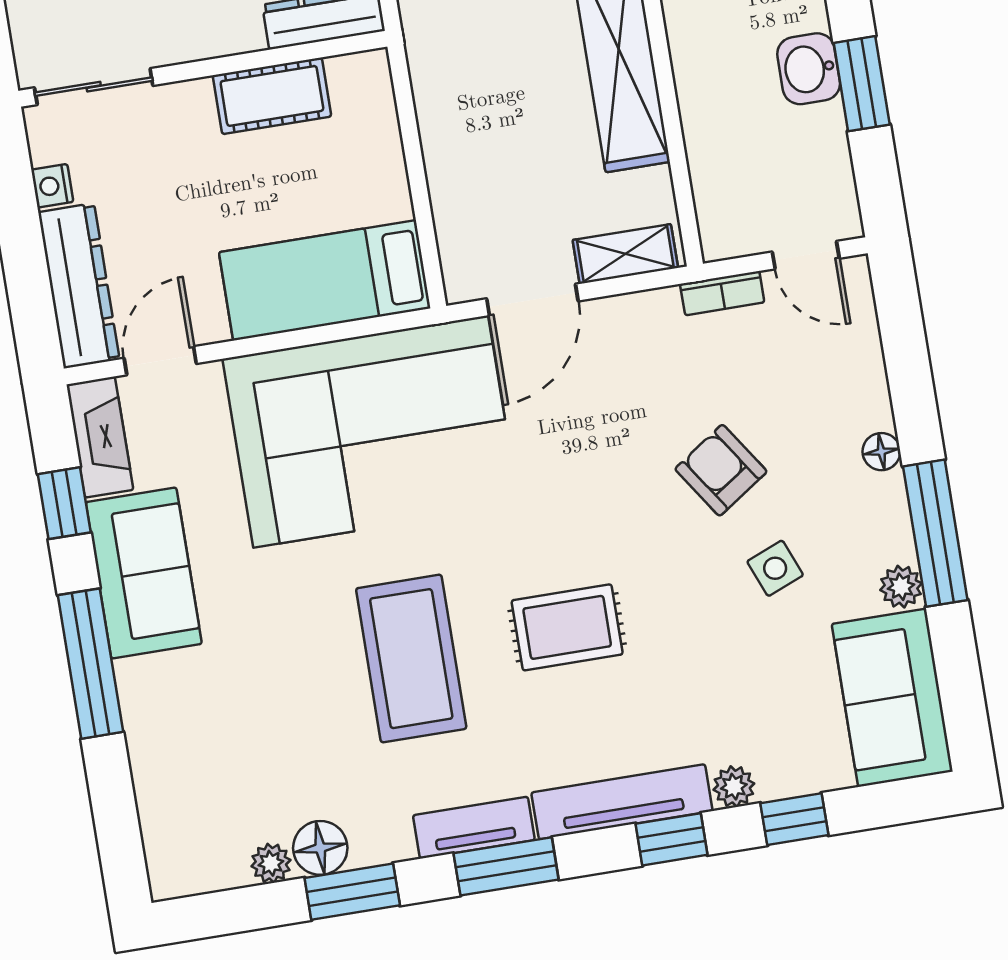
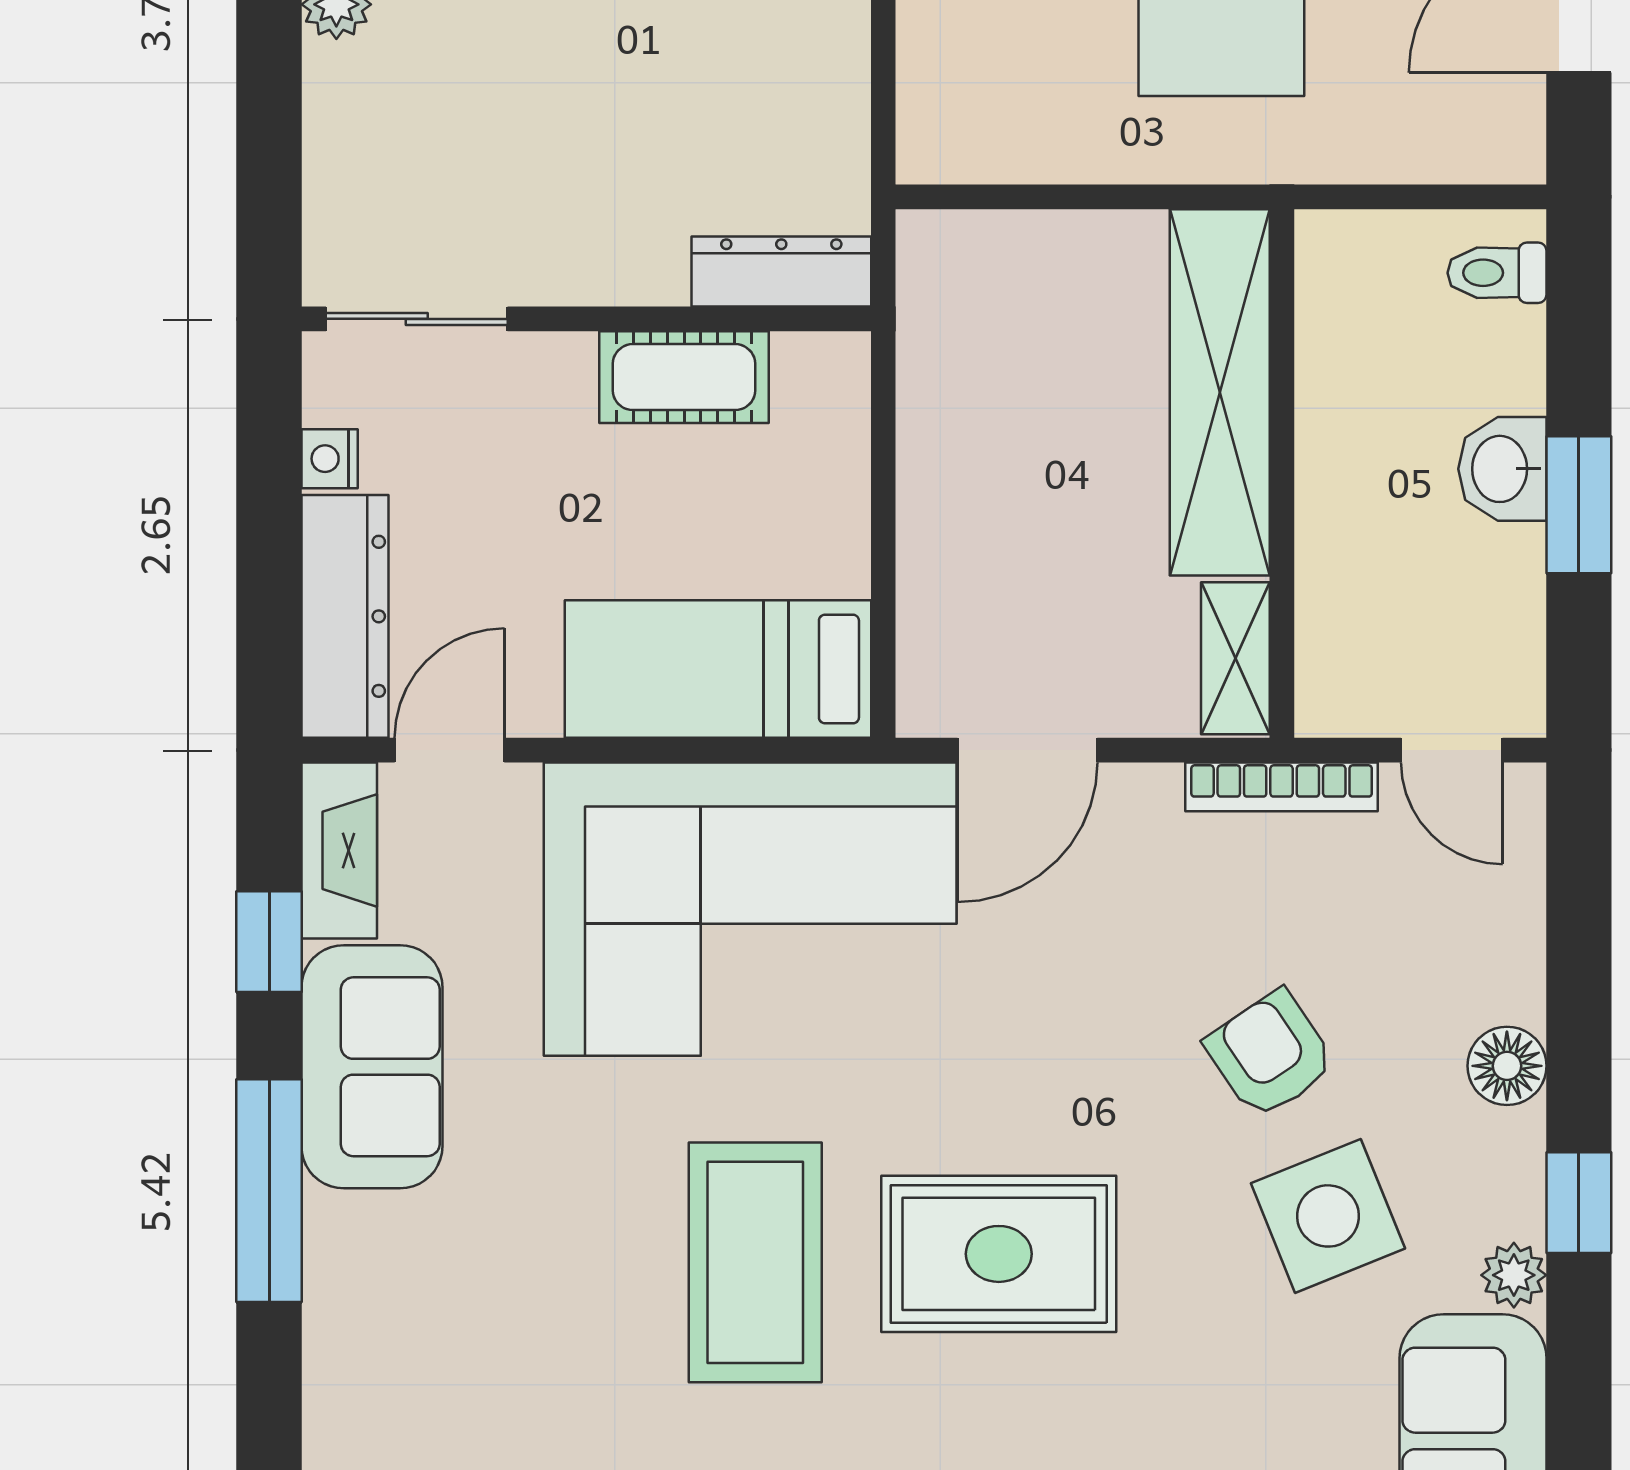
shelving: (625, 254) -> (1235, 658), moved, turned 90
bookcase: (722, 293) -> (1282, 787), width x1.56
floor lamp: (881, 452) -> (1507, 1066), width x1.37, depth x1.37
window: (935, 533) -> (1579, 1203), width x0.46
side table: (775, 568) -> (1328, 1216), width x1.87, depth x1.87
rug: (567, 627) -> (999, 1254), width x1.36, depth x1.43

